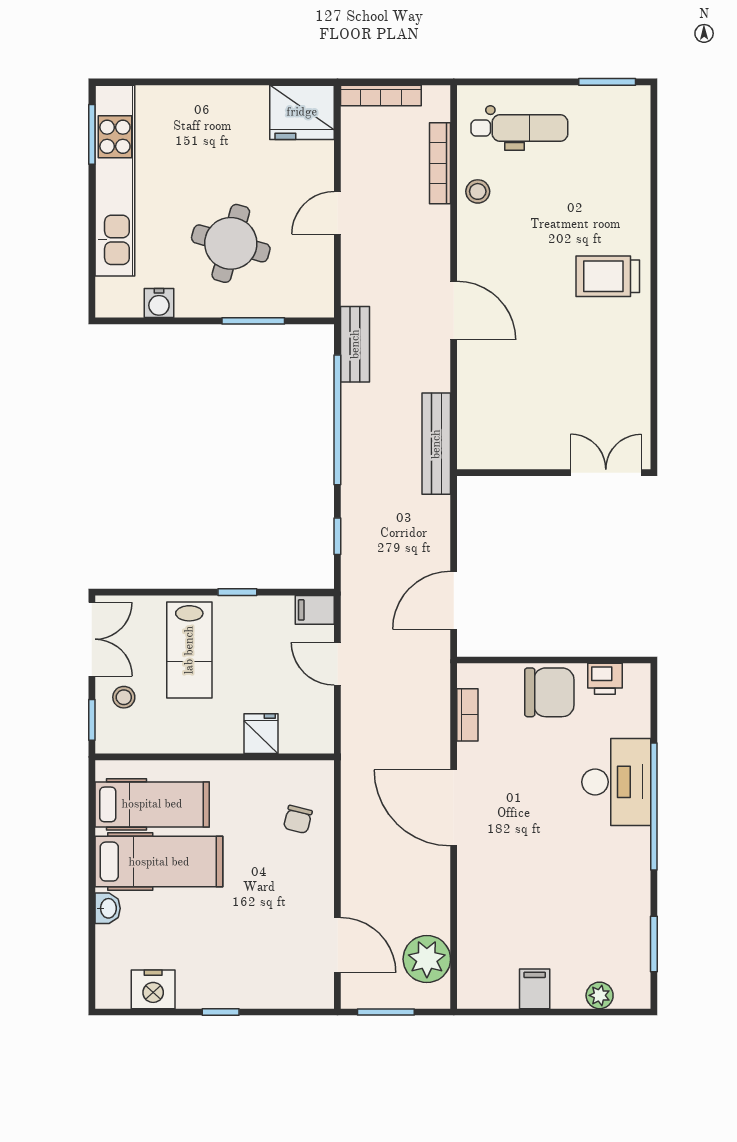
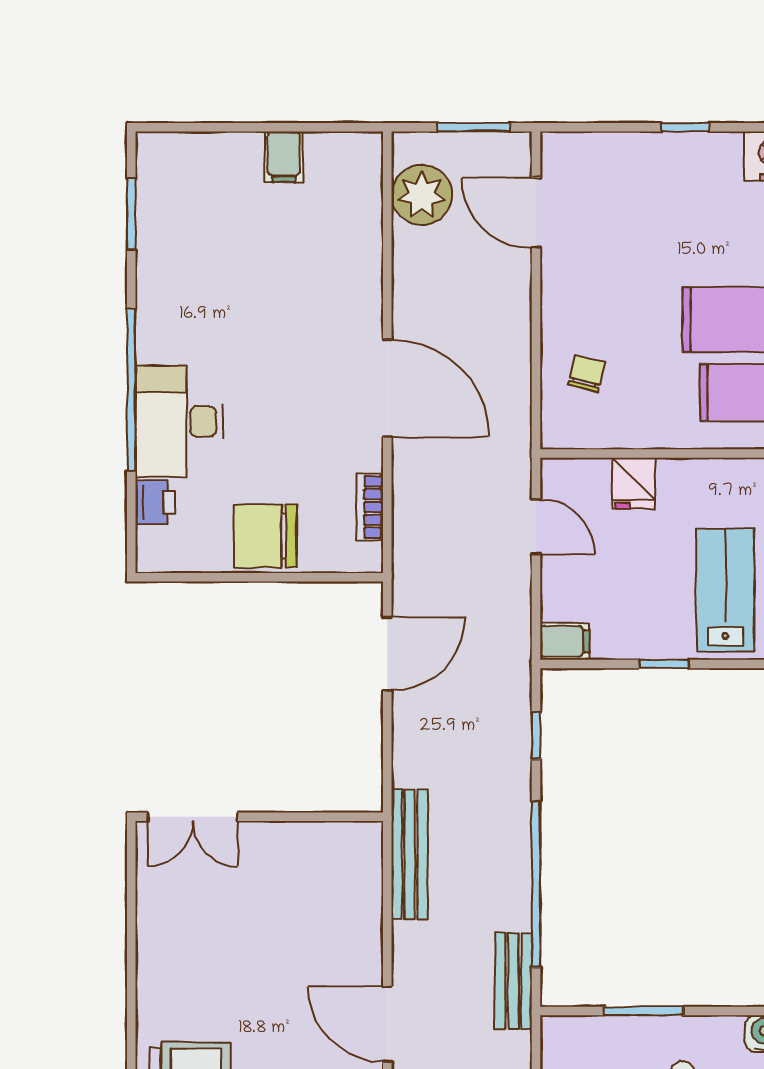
door: (337, 664) -> (536, 527), moved
printer: (605, 679) -> (155, 502), moved, turned 90
plant: (600, 995) -> (201, 148), removed

